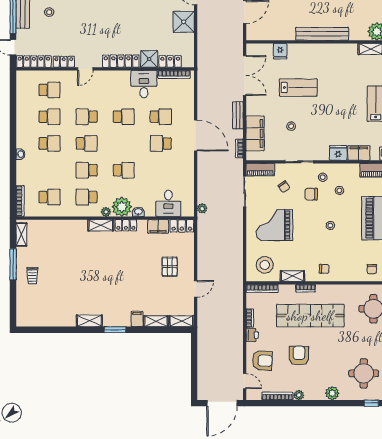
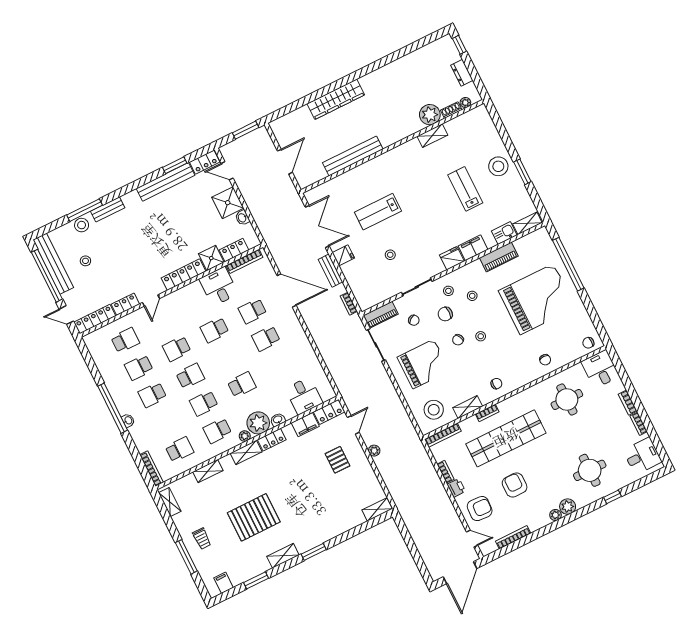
bench: (322, 34) -> (353, 156), moved
washbasin: (189, 39) -> (242, 218), added
fridge: (280, 51) -> (343, 255), moved, turned -90
lab bench: (298, 88) -> (378, 212), turned 180
school desk: (50, 117) -> (139, 367), turned 180
school desk: (124, 117) -> (215, 330), turned 180
school desk: (161, 117) -> (252, 311), turned 180
filing cabinet: (255, 133) -> (357, 280), removed
door: (196, 135) -> (287, 291), moved
window: (13, 138) -> (113, 408), added
school desk: (50, 143) -> (152, 395), turned 180
plant: (202, 208) -> (374, 451), moved
chair: (311, 219) -> (458, 340), added
grand piano: (274, 225) -> (423, 364), turned 180
window: (13, 264) -> (186, 557), moved
pallet: (81, 279) -> (254, 517), added
door: (196, 289) -> (353, 425), moved
filing cabinet: (137, 319) -> (224, 583), moved
shelving: (156, 321) -> (208, 471), moved
window: (59, 330) -> (256, 580), added
plant: (299, 395) -> (555, 515), moved

